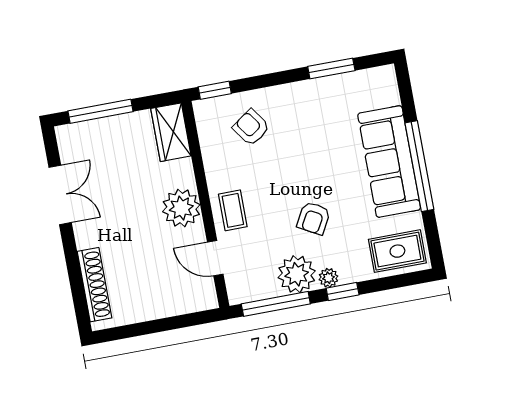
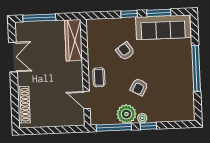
window: (215, 90) -> (129, 14), moved
armchair: (251, 127) -> (125, 51), moved
wardrobe: (171, 132) -> (74, 40), width x1.50
sofa: (389, 162) -> (163, 27), moved, turned -90
plant: (181, 208) -> (73, 72), removed
rug: (397, 251) -> (179, 110), removed

